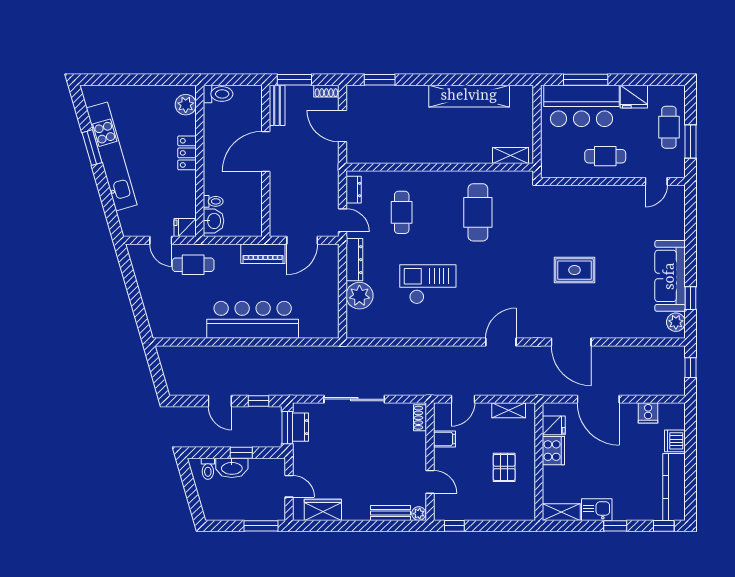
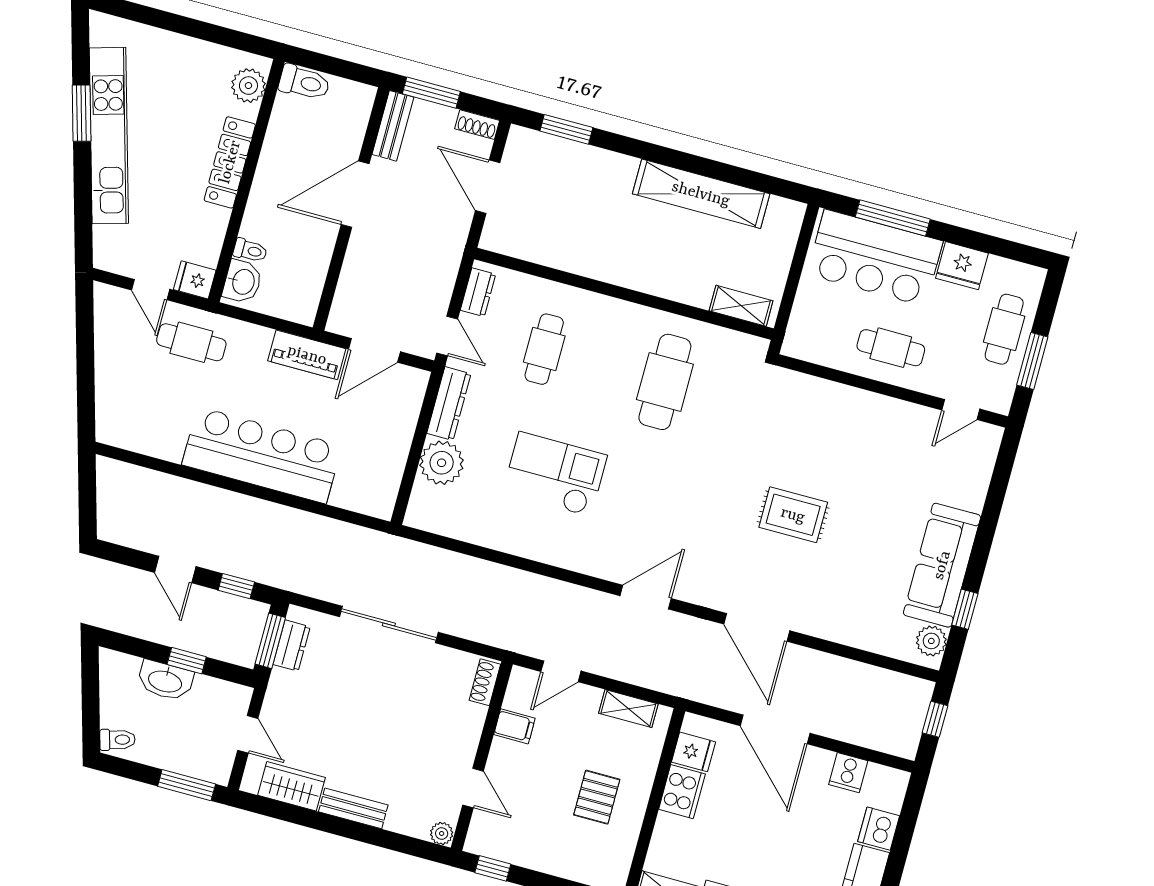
locker: (187, 153) -> (230, 162), width x1.53
toilet: (208, 469) -> (117, 740), moved, turned -106
bench: (390, 513) -> (353, 808), moved

